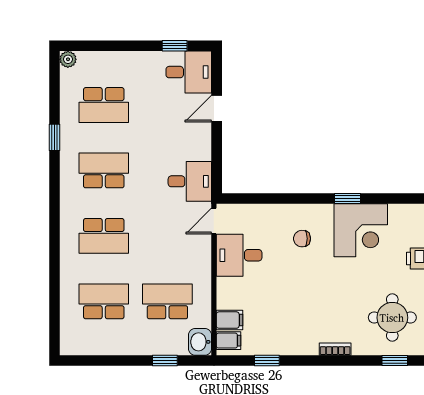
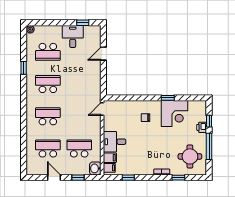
desk: (189, 72) -> (73, 36), moved, turned -90
desk: (190, 181) -> (90, 89), removed
school desk: (104, 236) -> (48, 116), turned 180
desk: (239, 255) -> (114, 142), moved
door: (116, 361) -> (54, 178), added
window: (395, 361) -> (178, 178), moved

